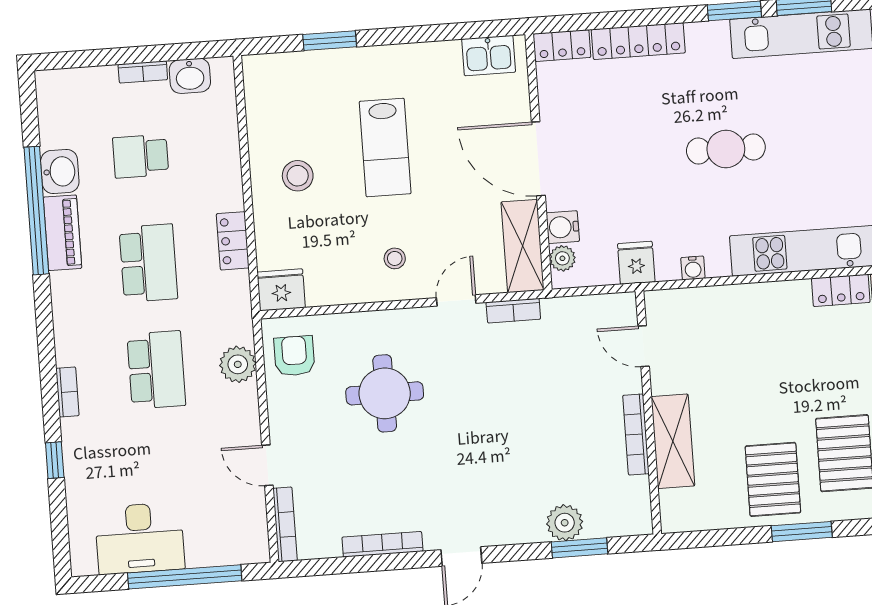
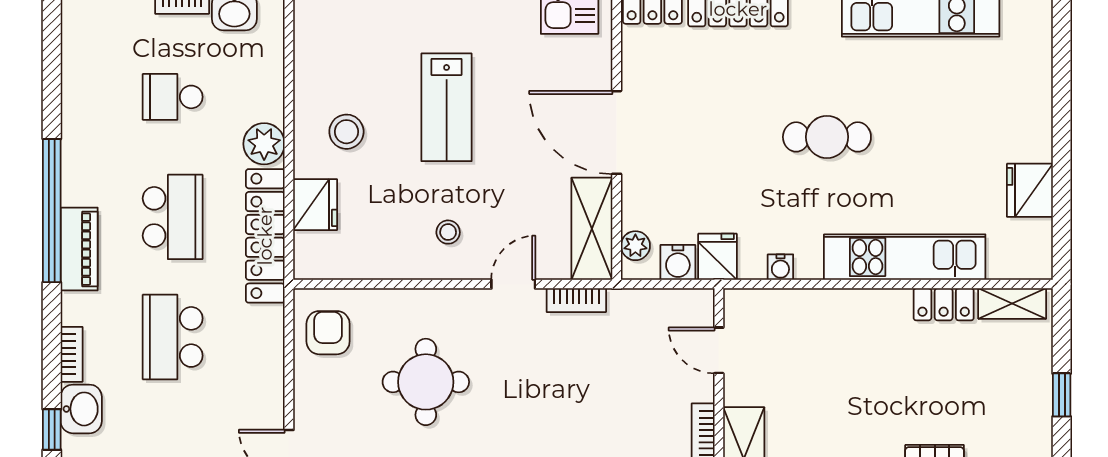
washbasin: (60, 172) -> (81, 409), moved
window: (36, 211) -> (52, 211), moved
water cooler: (563, 227) -> (678, 262), moved, turned -90
piano: (62, 233) -> (79, 249), moved
locker: (233, 241) -> (265, 236), width x2.16, depth x1.21
fridge: (281, 290) -> (315, 205), moved, turned 90
plant: (238, 364) -> (264, 144), moved
school desk: (156, 370) -> (173, 337), turned 180

